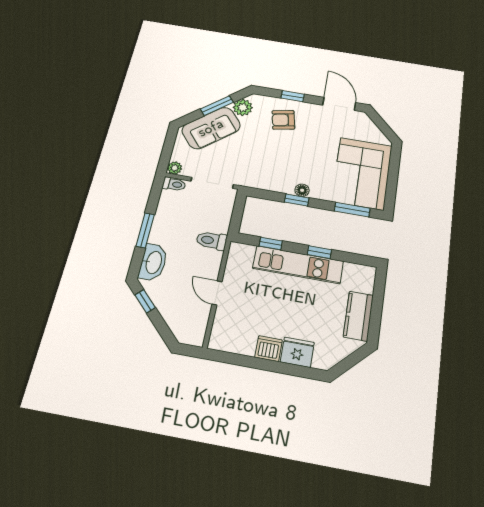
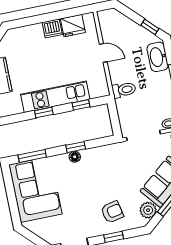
fridge: (297, 352) -> (73, 26), moved

